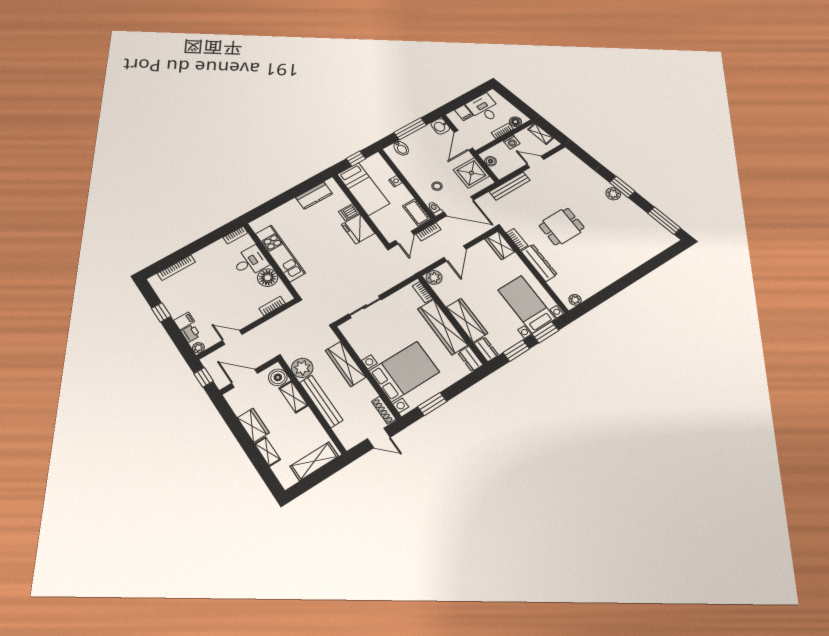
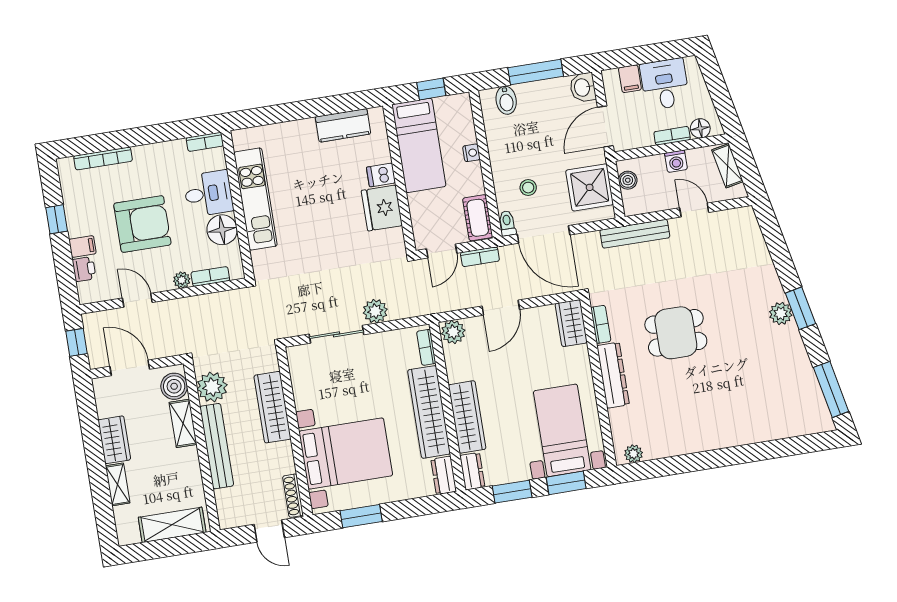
plant: (382, 285) -> (375, 311), added
armchair: (217, 294) -> (142, 224), added
plant: (198, 348) -> (182, 280), moved

